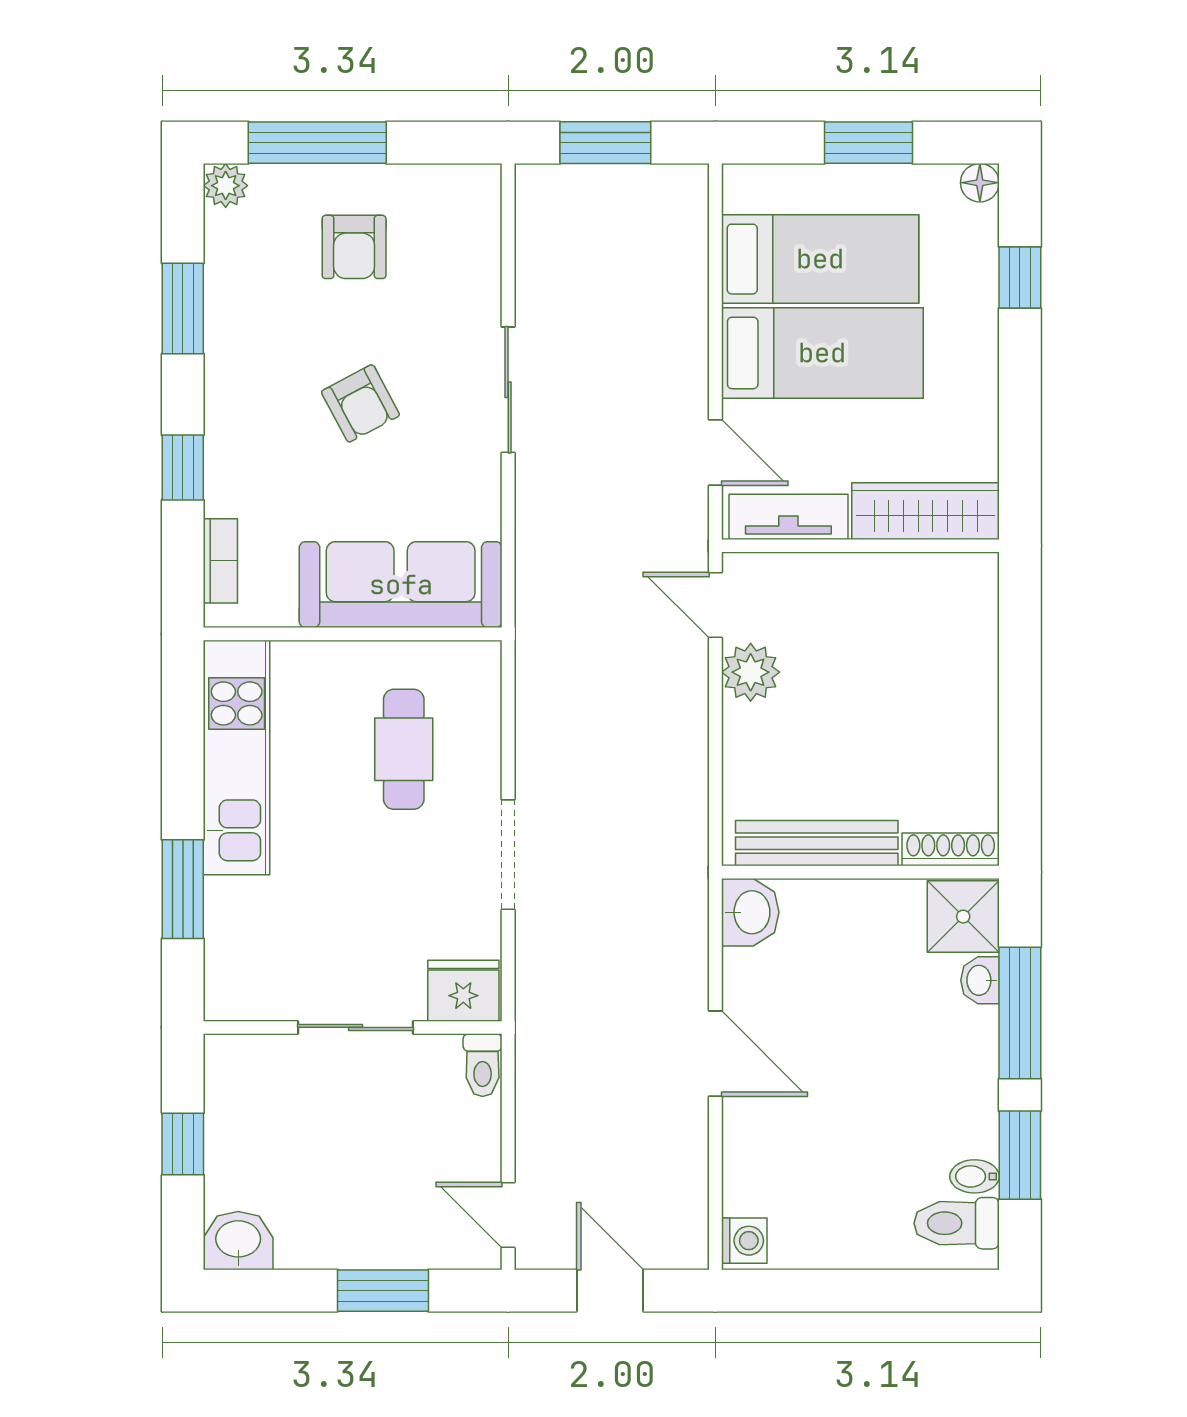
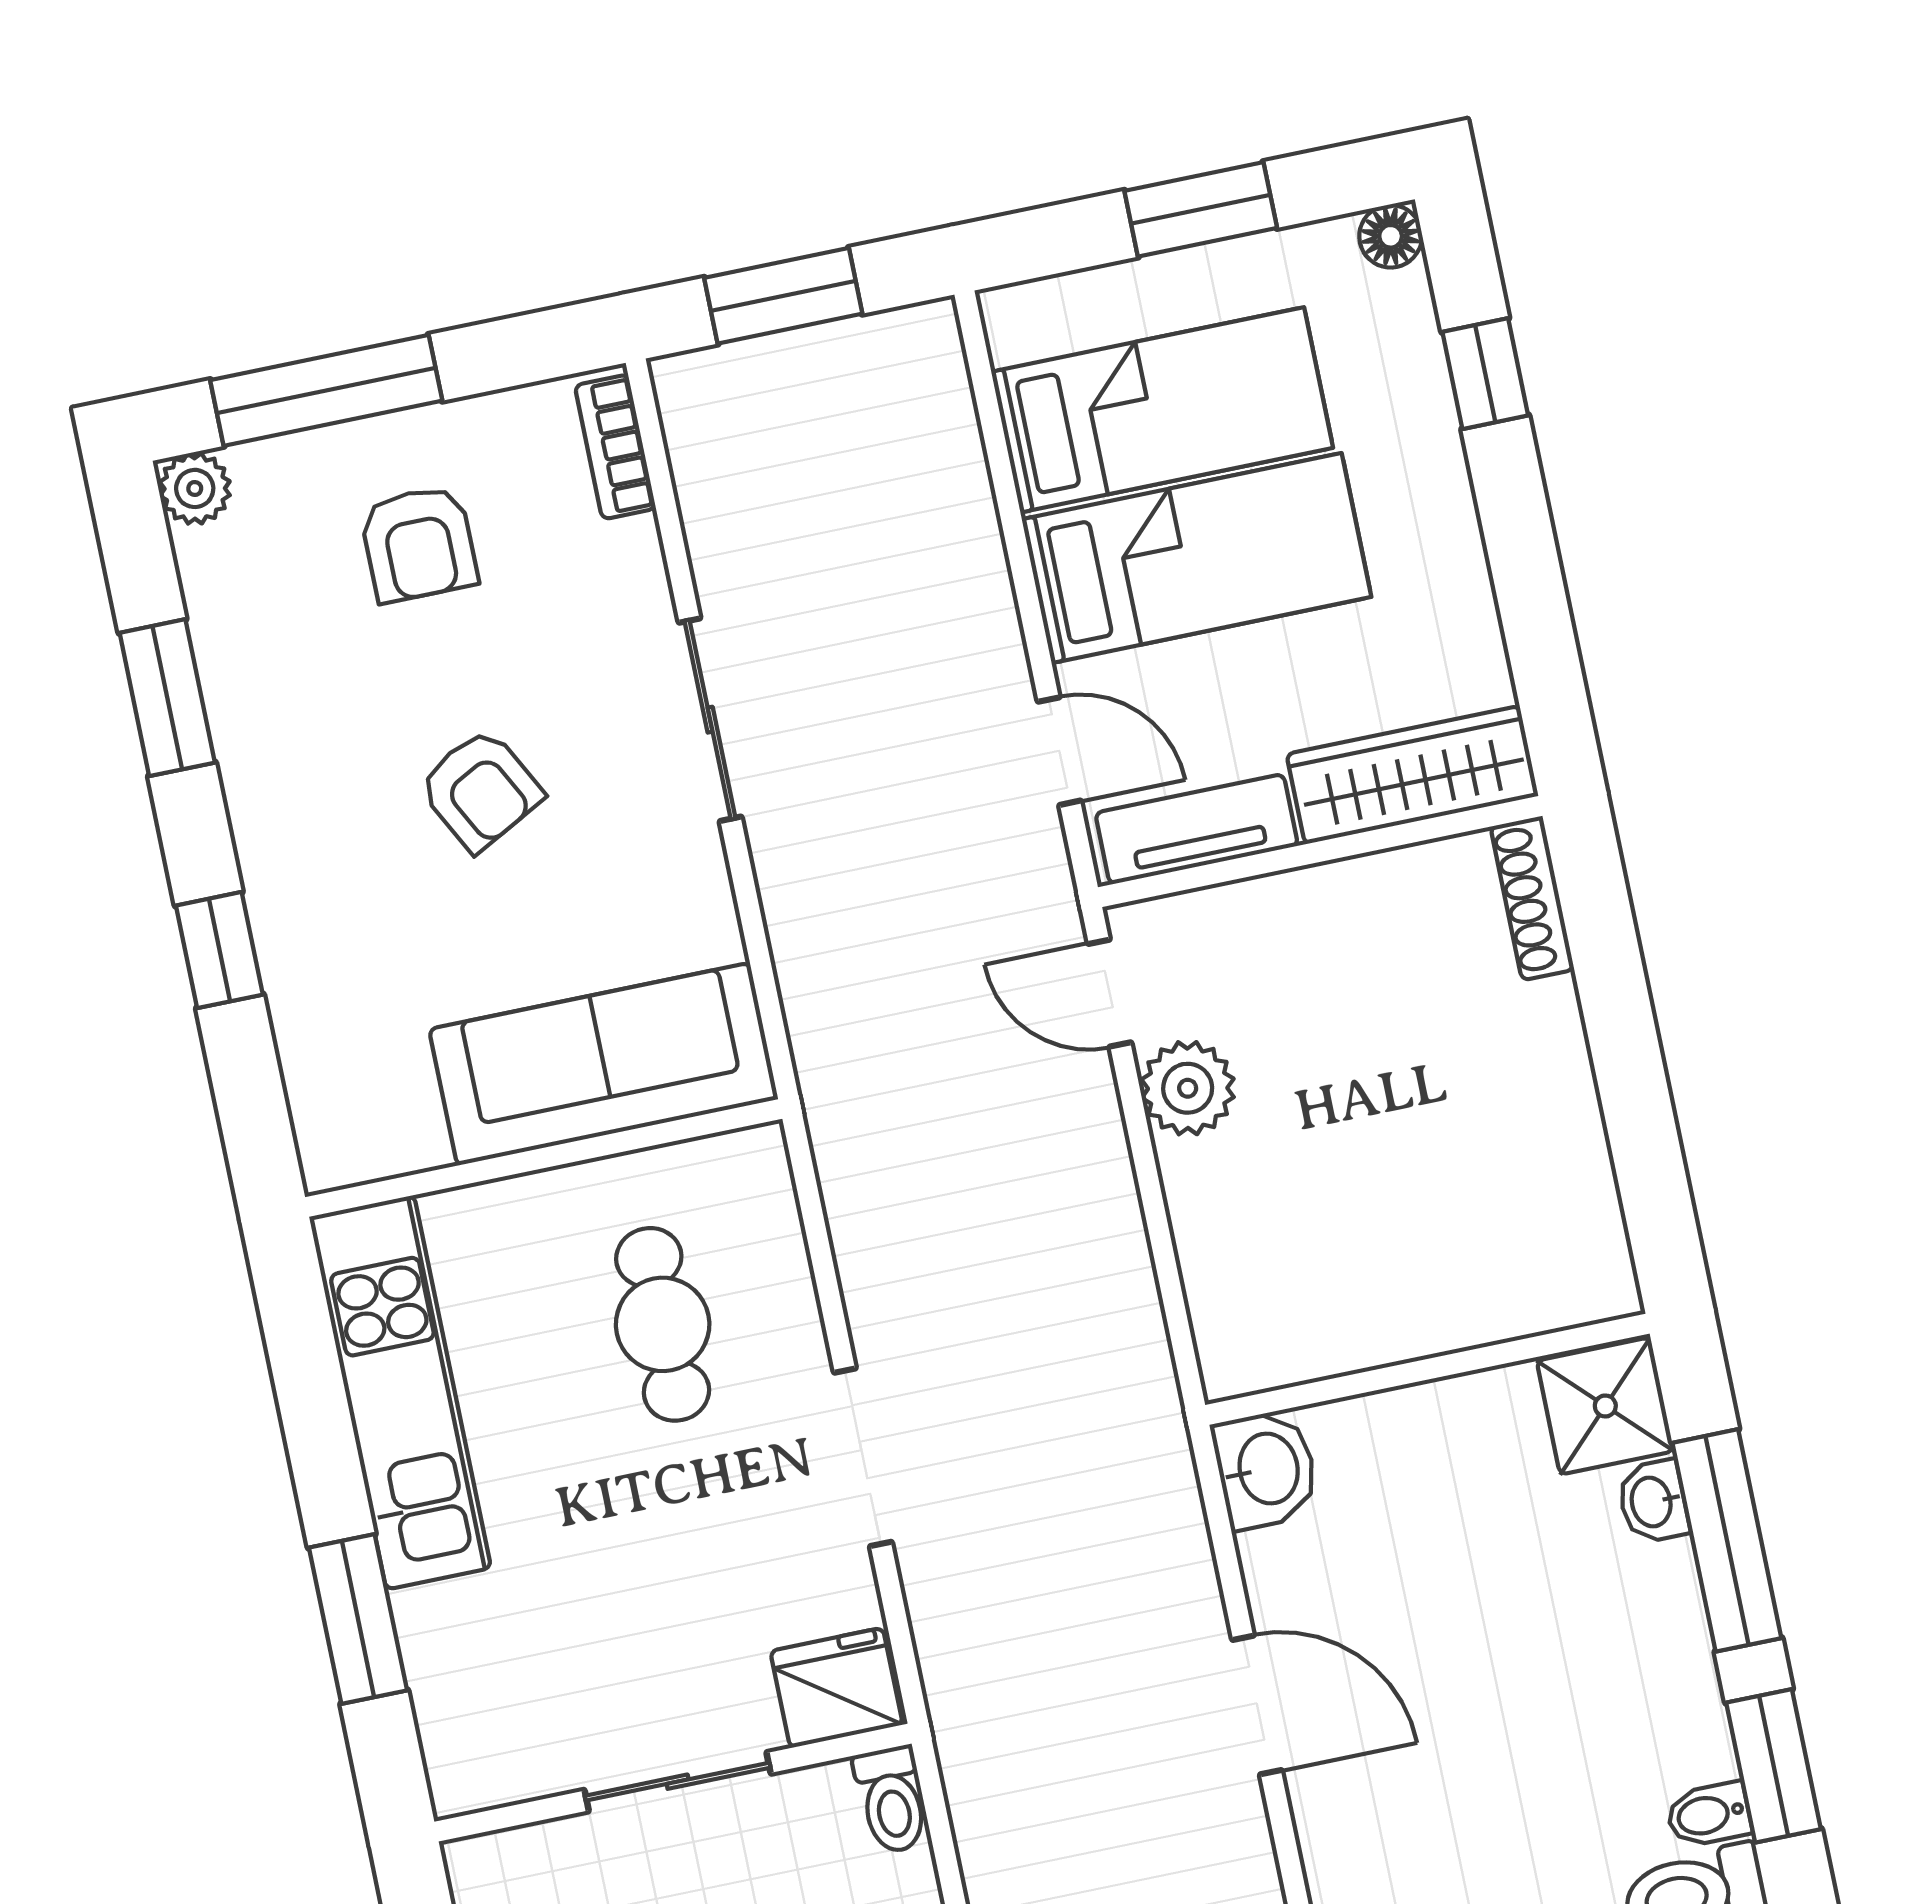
bookcase: (220, 561) -> (615, 447), moved, turned 180
bench: (817, 843) -> (1349, 1338), removed
shoe rack: (951, 849) -> (1532, 898), moved, turned -90

